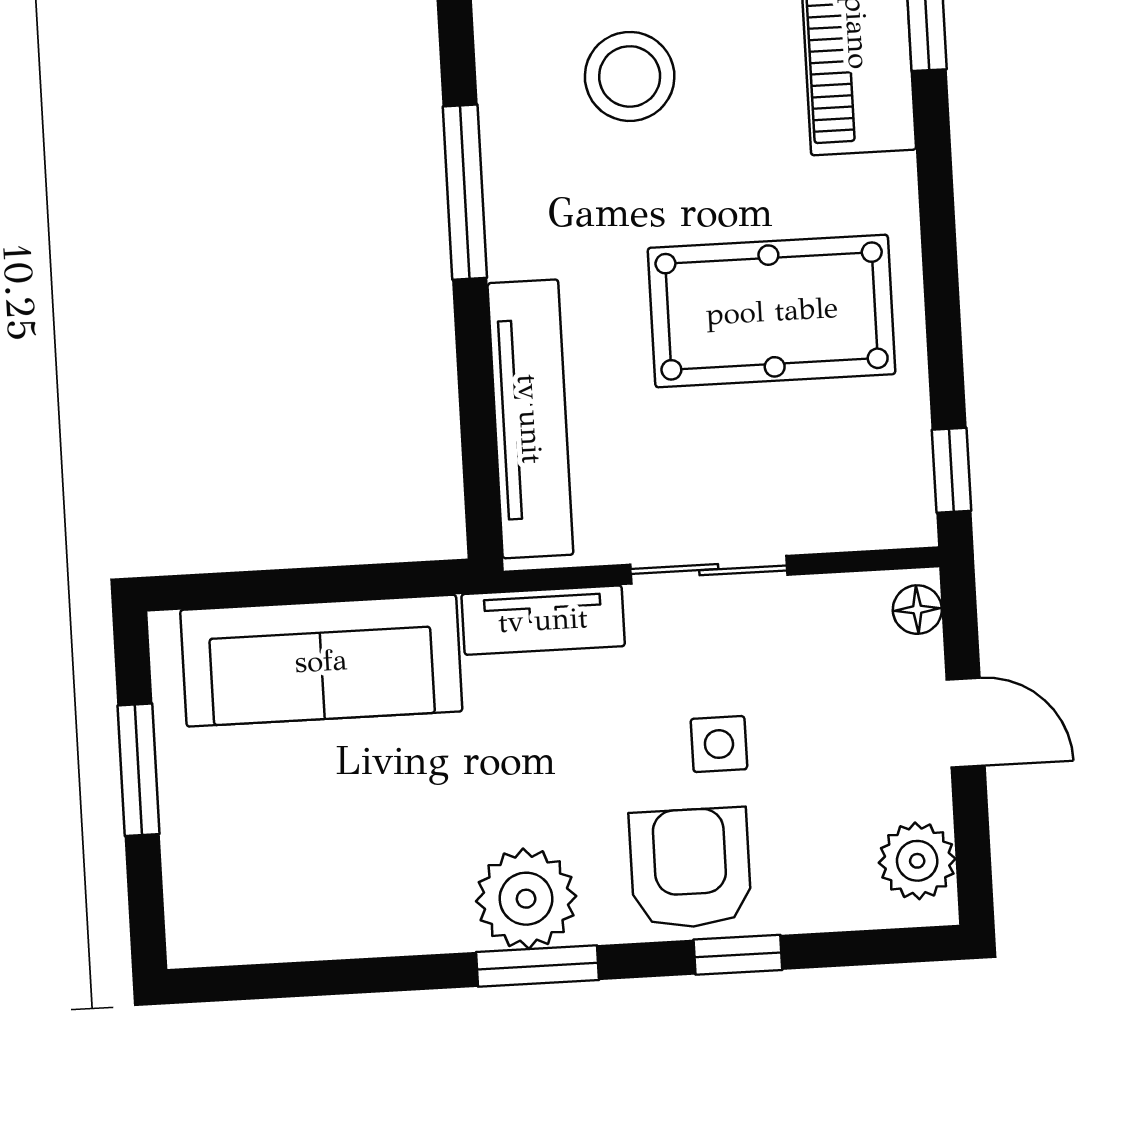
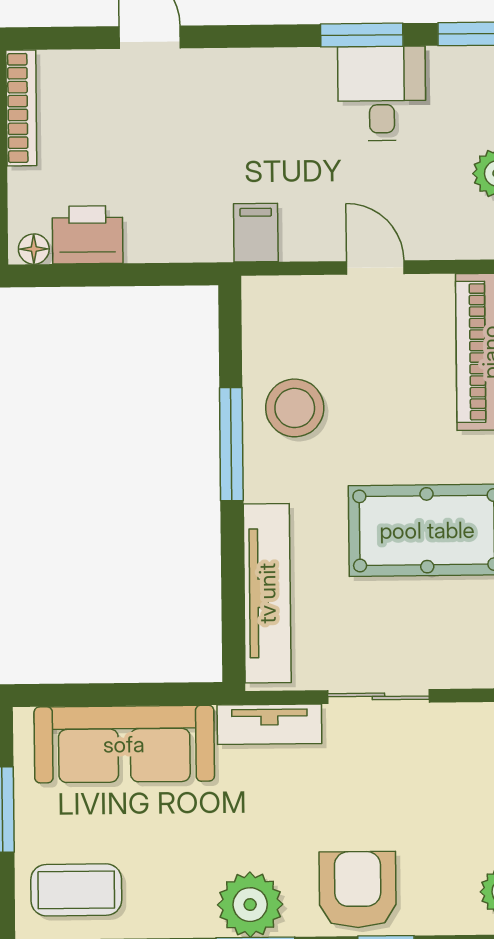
stool: (630, 76) -> (295, 408), moved
side table: (719, 744) -> (380, 810), removed
coffee table: (258, 888) -> (76, 890), added

